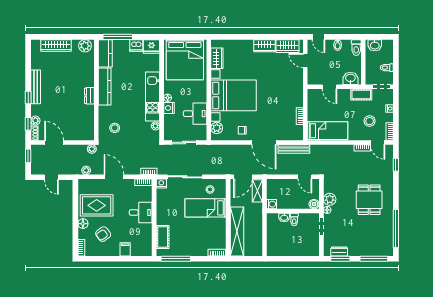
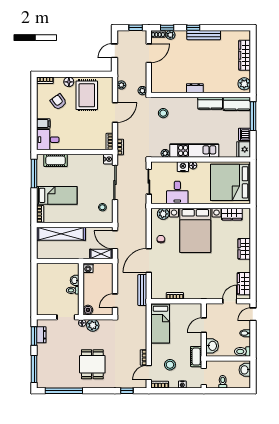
wardrobe: (265, 46) -> (244, 249), moved
kitchen counter: (105, 86) -> (210, 103), width x0.67
dining table: (369, 200) -> (92, 364), turned 90
bed: (206, 208) -> (57, 195), moved, turned 90
desk: (141, 212) -> (48, 140), moved, turned 90

